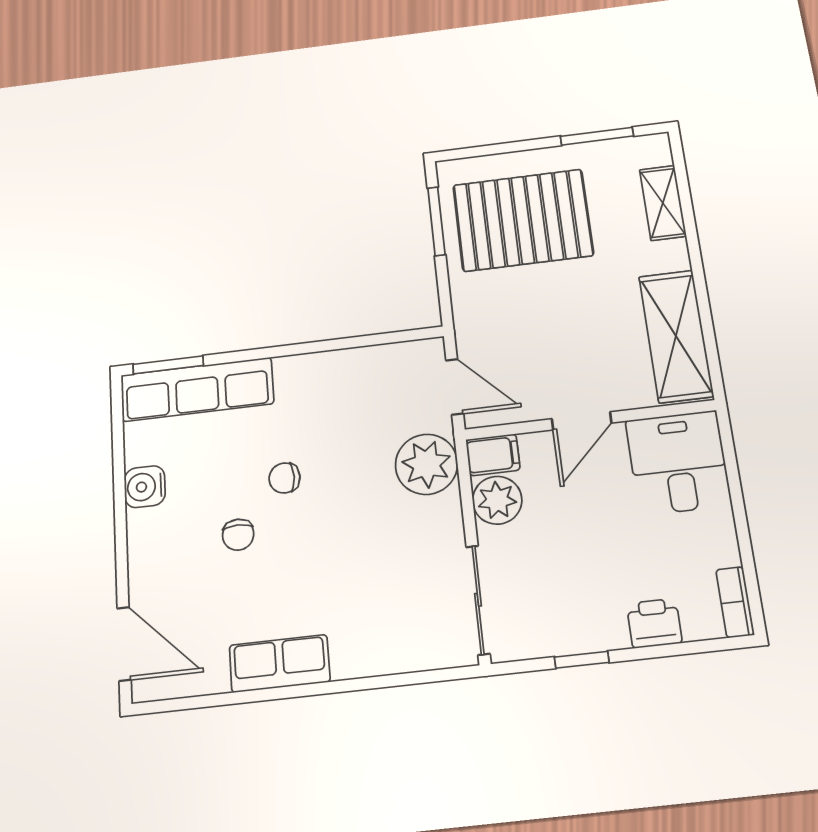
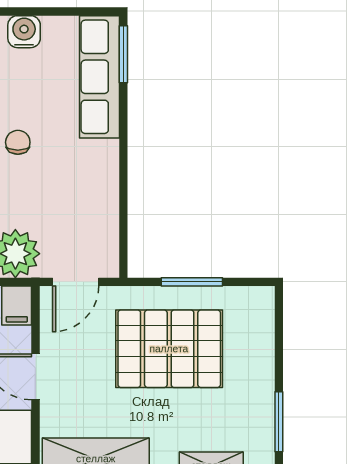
pallet: (523, 220) -> (169, 349), moved, turned 90
window: (436, 221) -> (192, 282), moved

